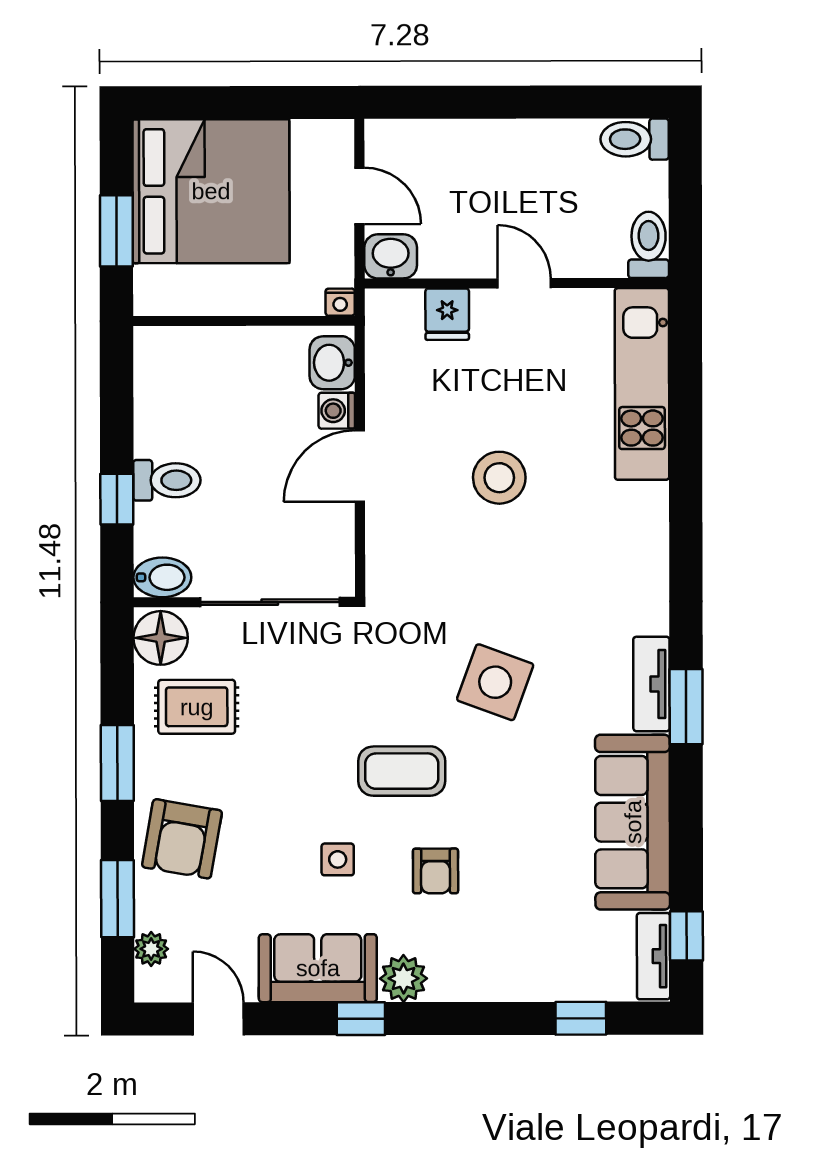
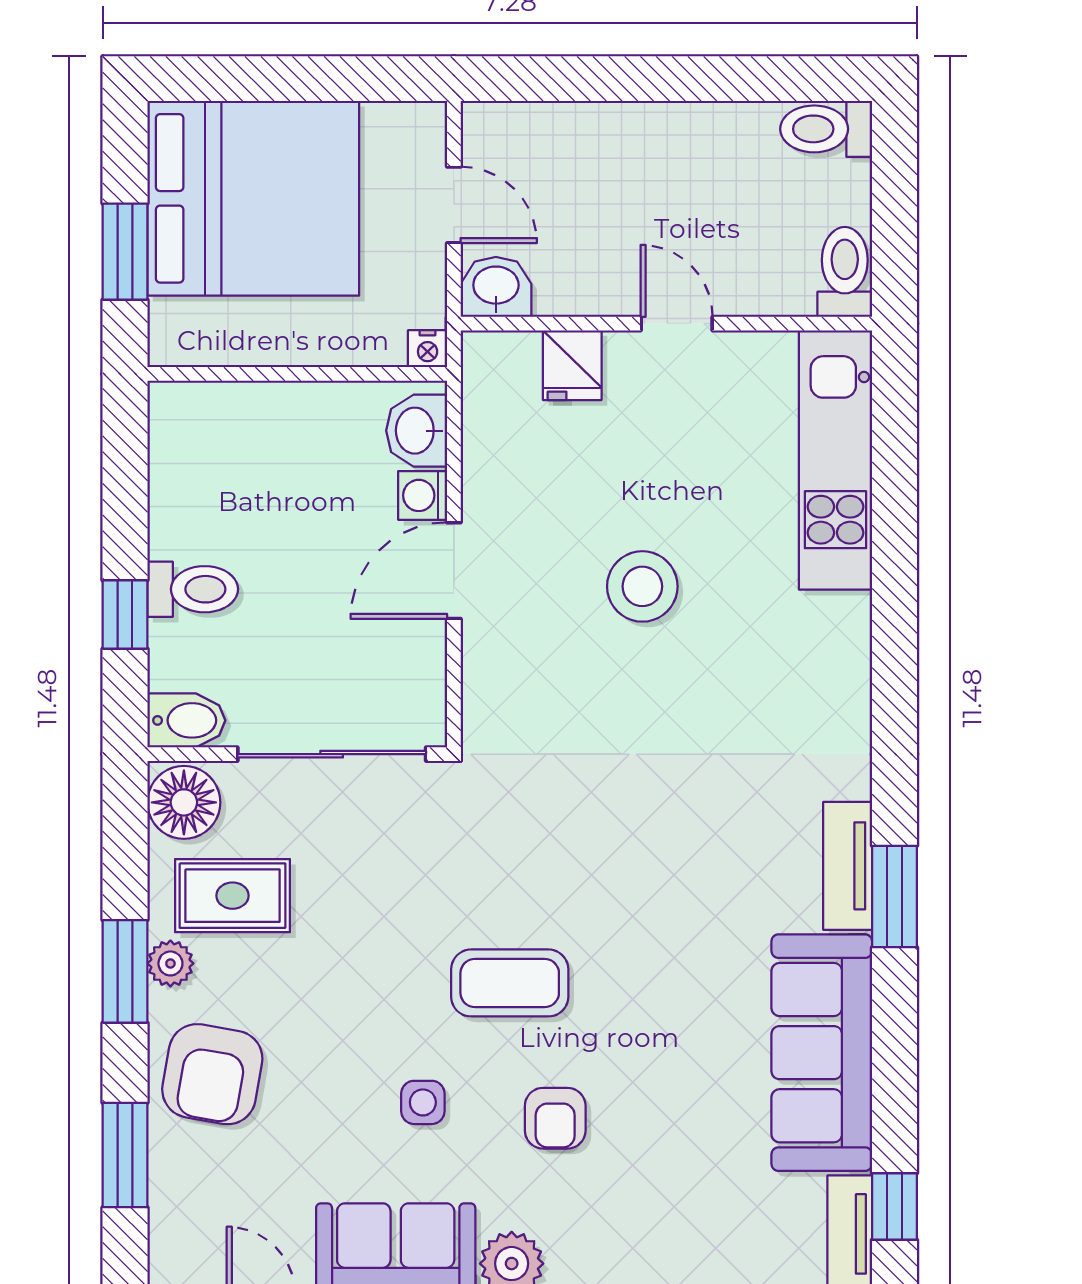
side table: (495, 682) -> (636, 863), removed
plant: (151, 949) -> (170, 963), moved

